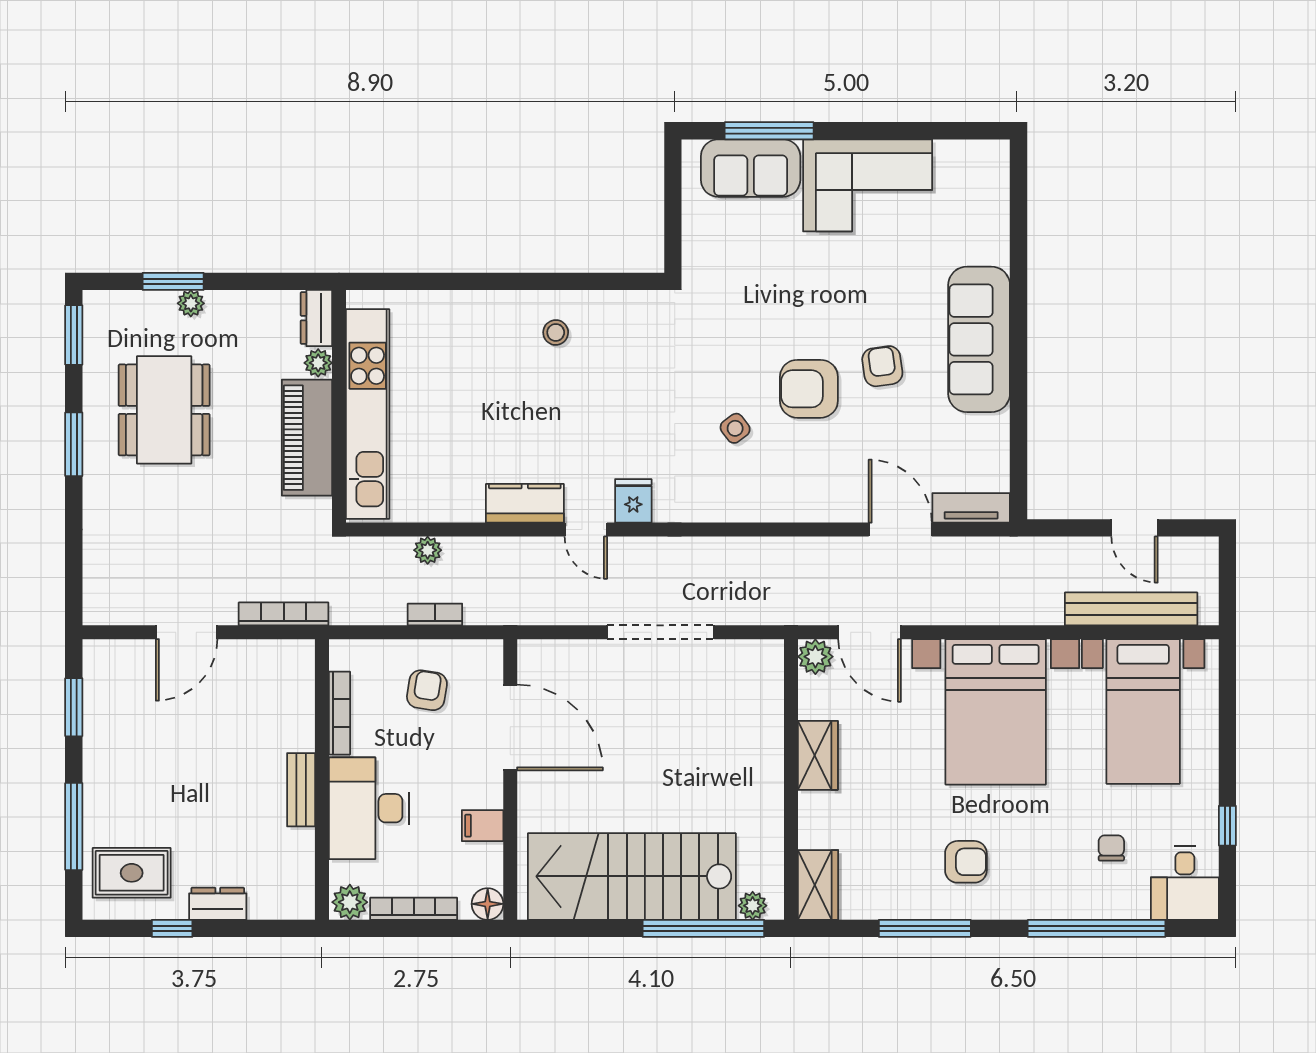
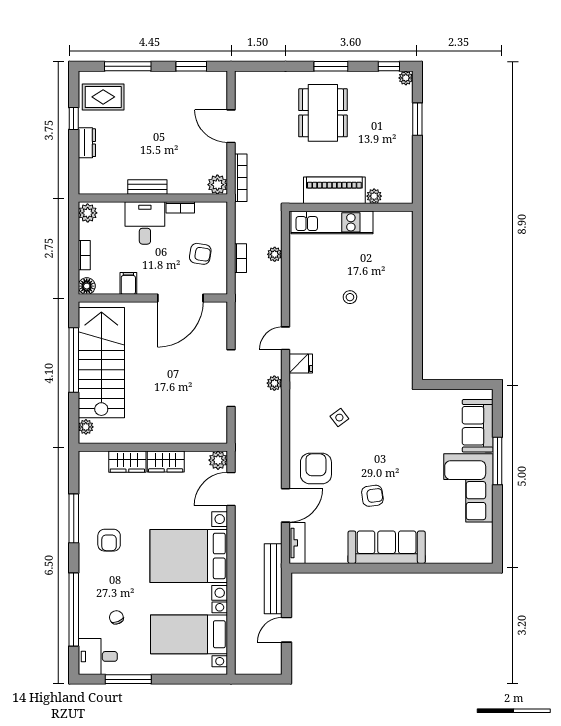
window: (769, 131) -> (497, 461), moved
plant: (191, 303) -> (406, 78), moved
dresser: (316, 318) -> (398, 195), removed
stool: (556, 332) -> (350, 297), moved
window: (74, 335) -> (389, 66), width x0.67
armchair: (809, 389) -> (316, 469), moved
dining table: (164, 410) -> (323, 113), moved, turned 90
kitchen unit: (368, 414) -> (332, 222), width x0.73
kitchen counter: (525, 503) -> (300, 306), removed
plant: (670, 551) -> (274, 383), added
bench: (1131, 609) -> (273, 579), moved
plant: (296, 658) -> (217, 185), added
bookcase: (339, 713) -> (180, 207), width x0.64
desk: (369, 808) -> (145, 223), width x0.73
window: (1227, 826) -> (128, 679), width x2.17
chair: (1111, 848) -> (116, 617), turned -112
rug: (132, 873) -> (103, 97), turned 90
wardrobe: (818, 885) -> (127, 462), moved
bookcase: (414, 909) -> (84, 255), width x0.64
window: (703, 928) -> (74, 360), moved

